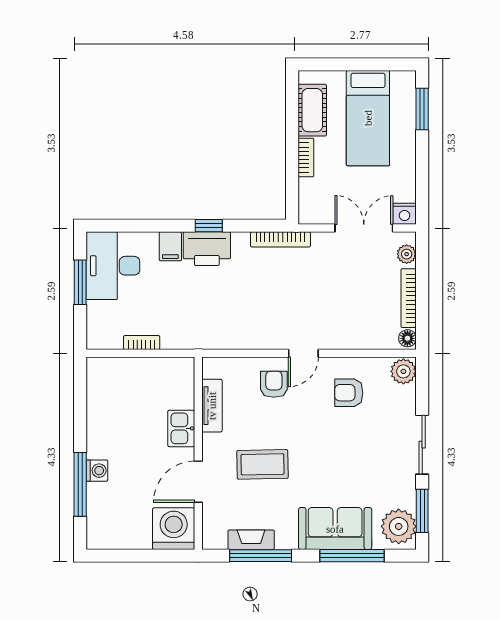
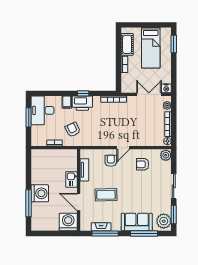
armchair: (184, 311) -> (73, 130), added
washing machine: (97, 471) -> (40, 193), width x1.89, depth x1.89
door: (198, 482) -> (79, 202), hinge flipped

